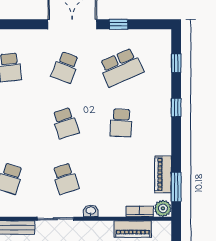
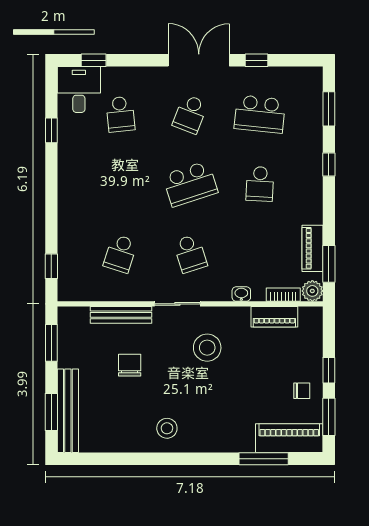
window: (176, 63) -> (329, 109), width x1.50
school desk: (121, 67) -> (260, 114), turned 30
school desk: (65, 123) -> (190, 184), width x1.85
washbasin: (91, 211) -> (241, 294), moved

